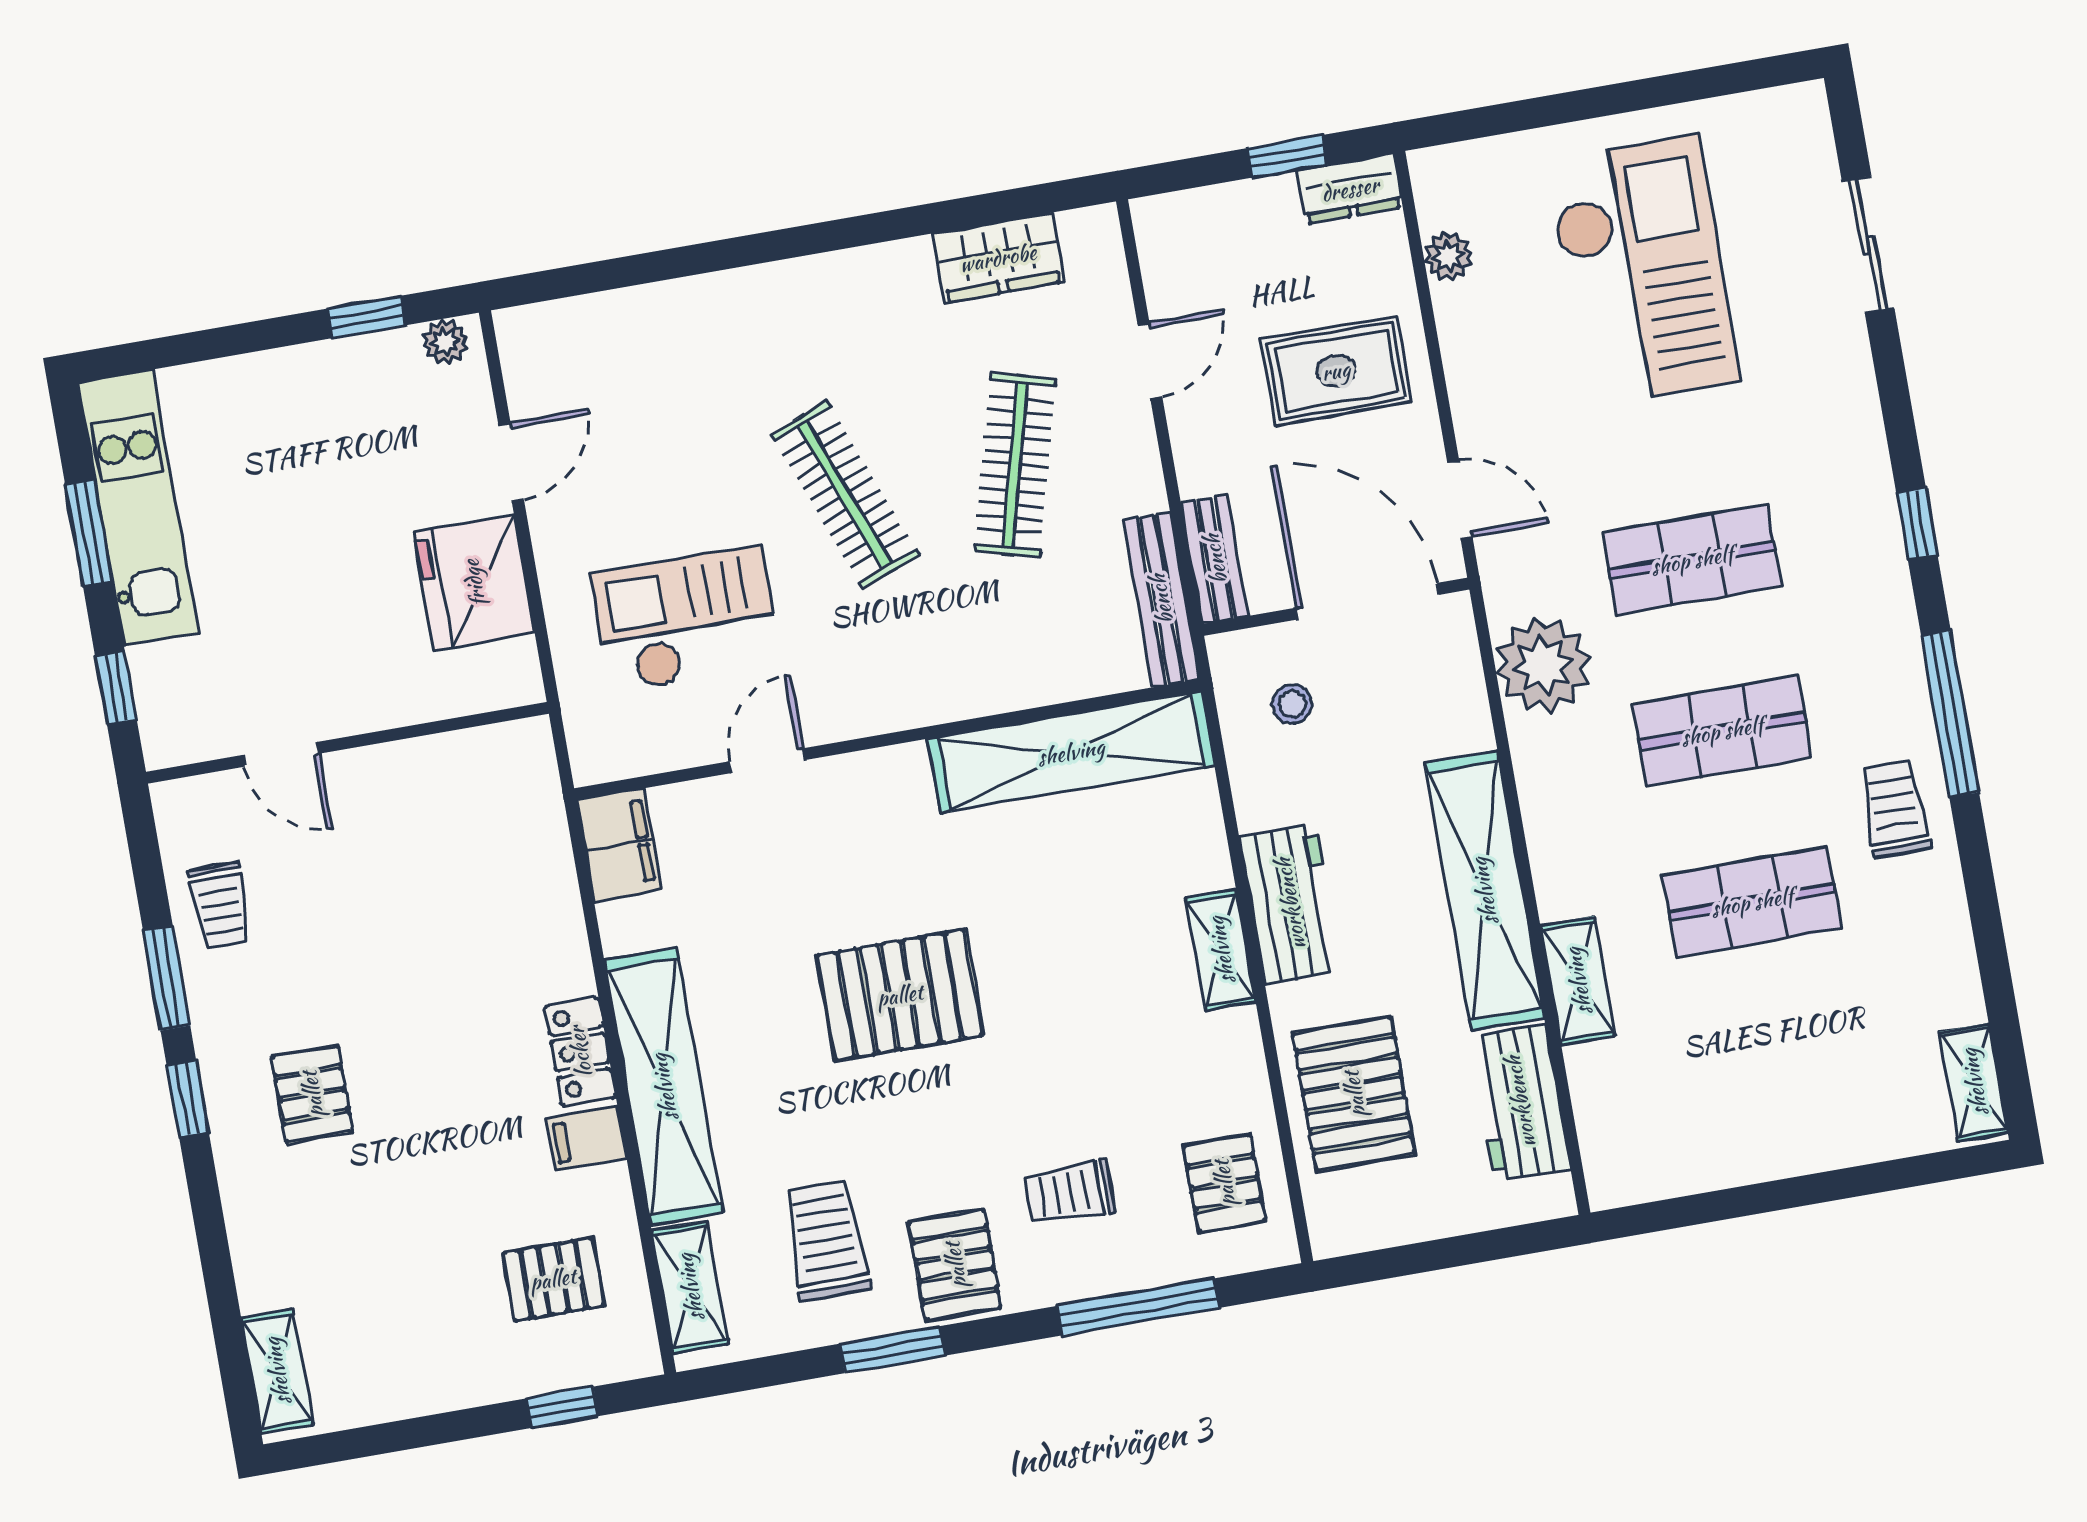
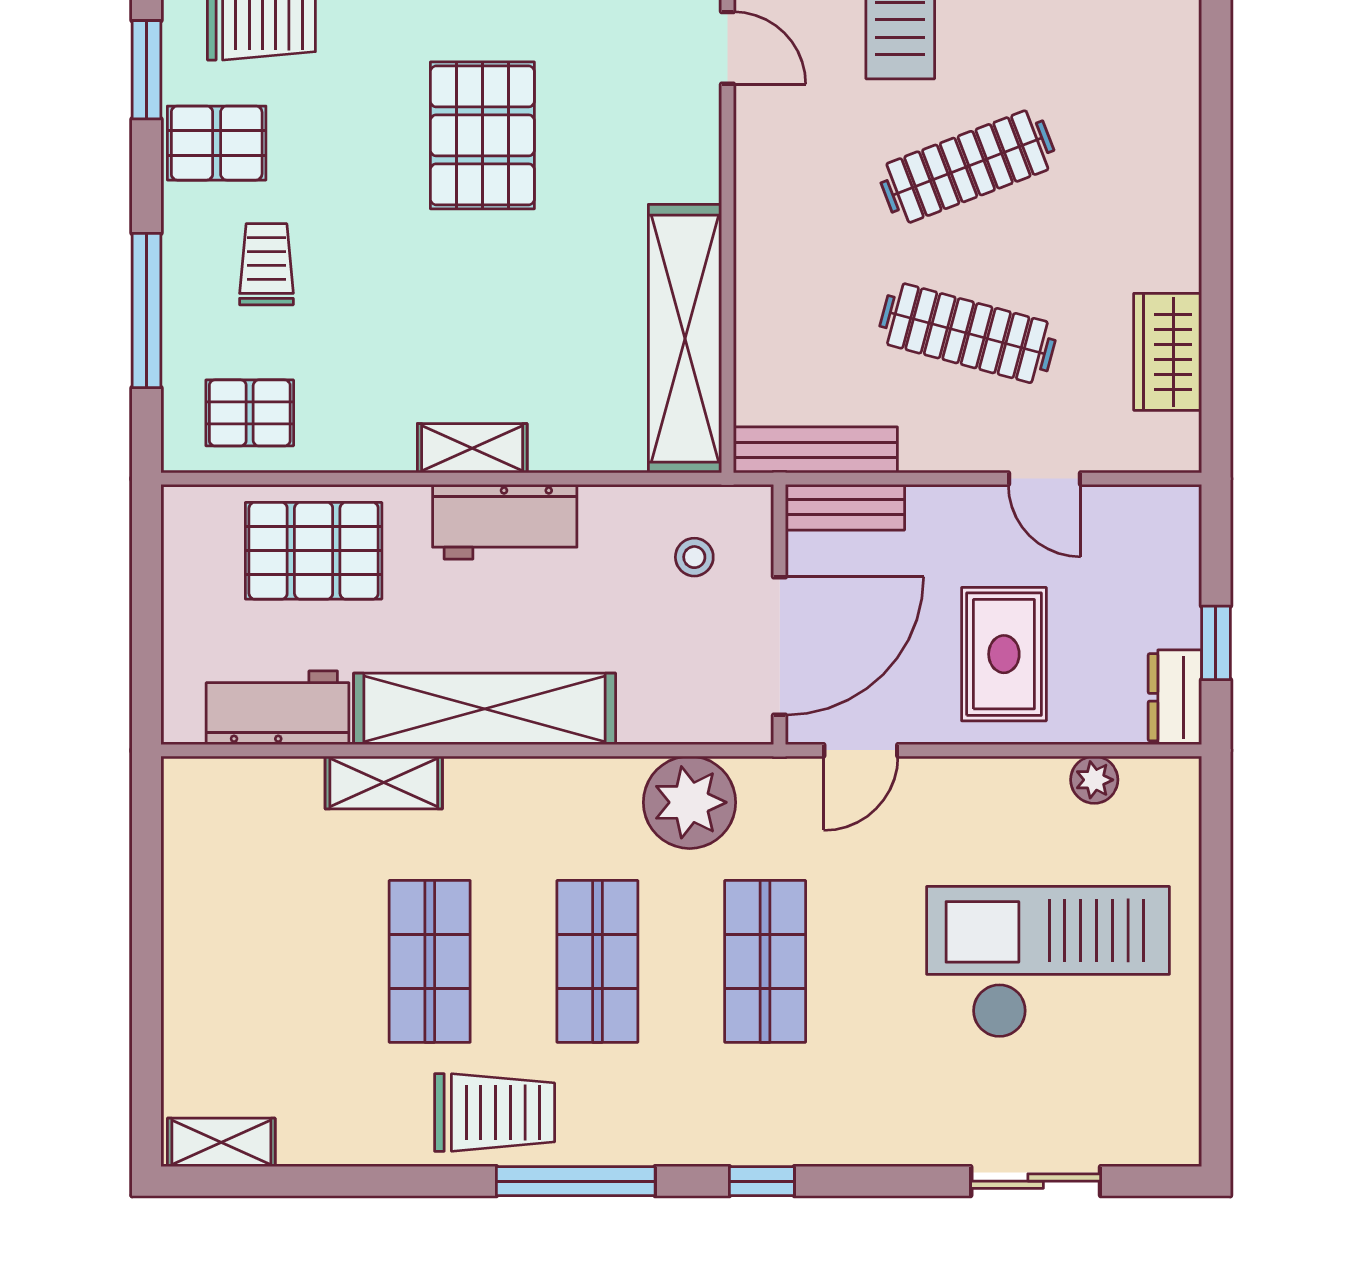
checkout: (1643, 271) -> (1048, 962), turned 180
trolley: (1895, 809) -> (495, 1112), width x1.36, depth x1.39

